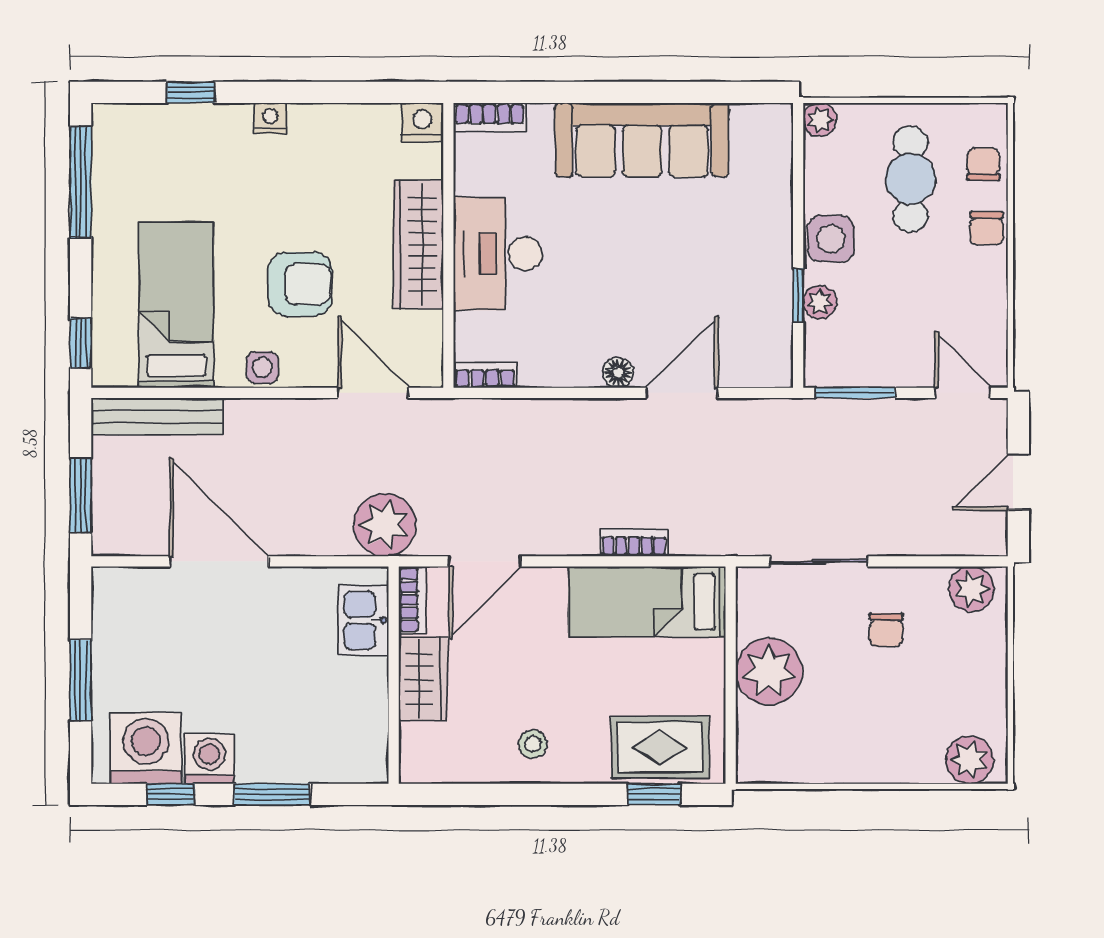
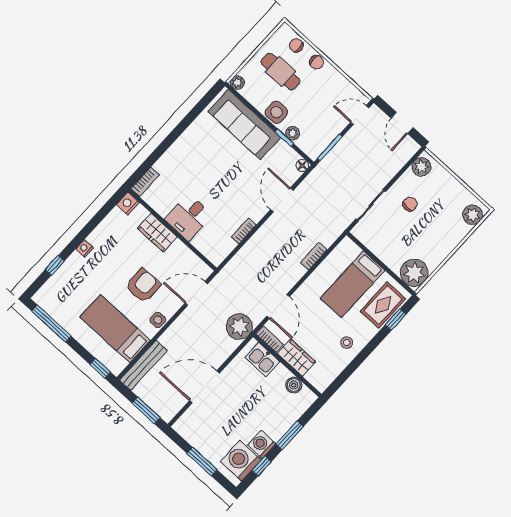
sofa: (642, 140) -> (244, 124), moved, turned 90
wardrobe: (418, 244) -> (157, 233), width x0.67
desk: (498, 254) -> (189, 217), width x0.73
floor lamp: (618, 373) -> (302, 165), moved
bookcase: (485, 375) -> (244, 231), moved
bed: (647, 602) -> (353, 284), moved
chair: (886, 630) -> (410, 204), turned -90
plant: (769, 671) -> (414, 273), moved
boiler: (369, 719) -> (294, 385), added

